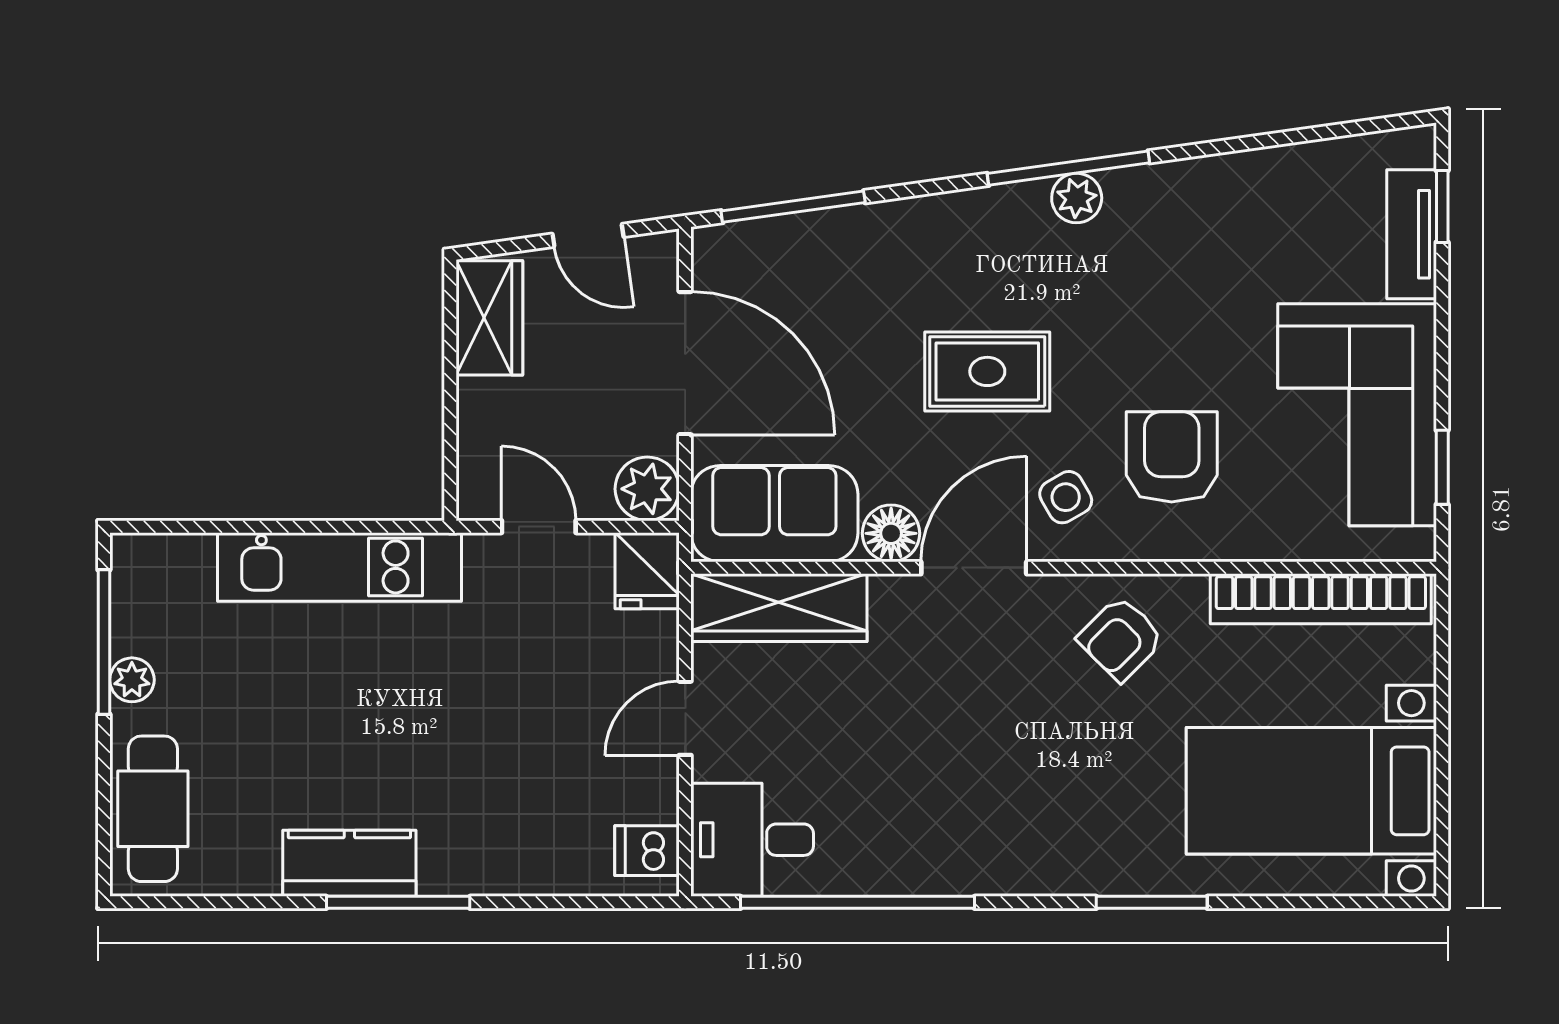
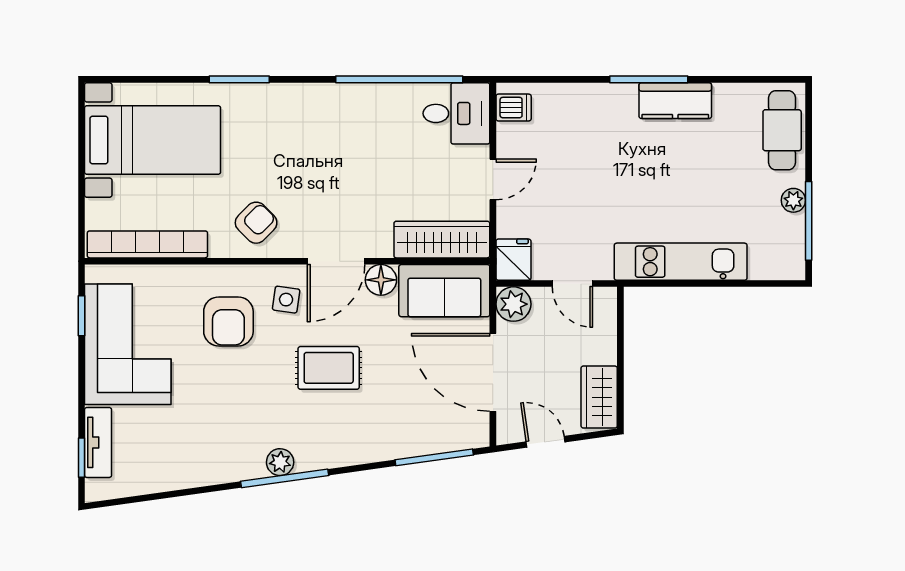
side table: (1066, 497) -> (286, 300), turned 38

